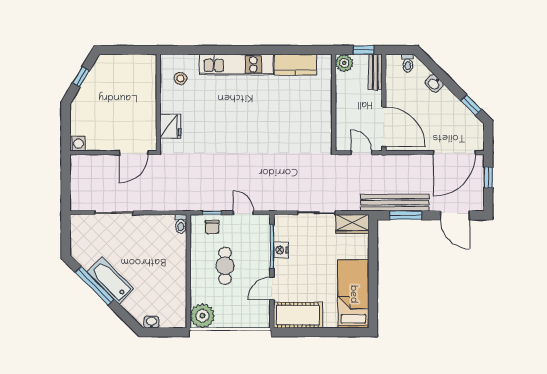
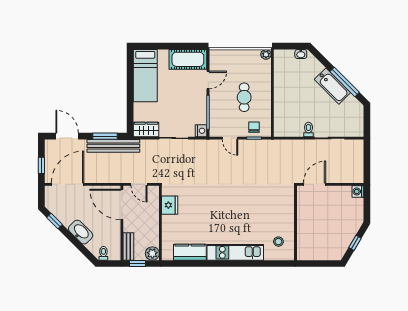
washbasin: (434, 83) -> (81, 232), width x1.91, depth x1.45
fridge: (170, 126) -> (170, 205), moved, turned 180
toilet: (181, 224) -> (309, 129), moved
nightstand: (281, 250) -> (201, 131), moved
plant: (202, 316) -> (266, 54), width x0.53, depth x0.53

